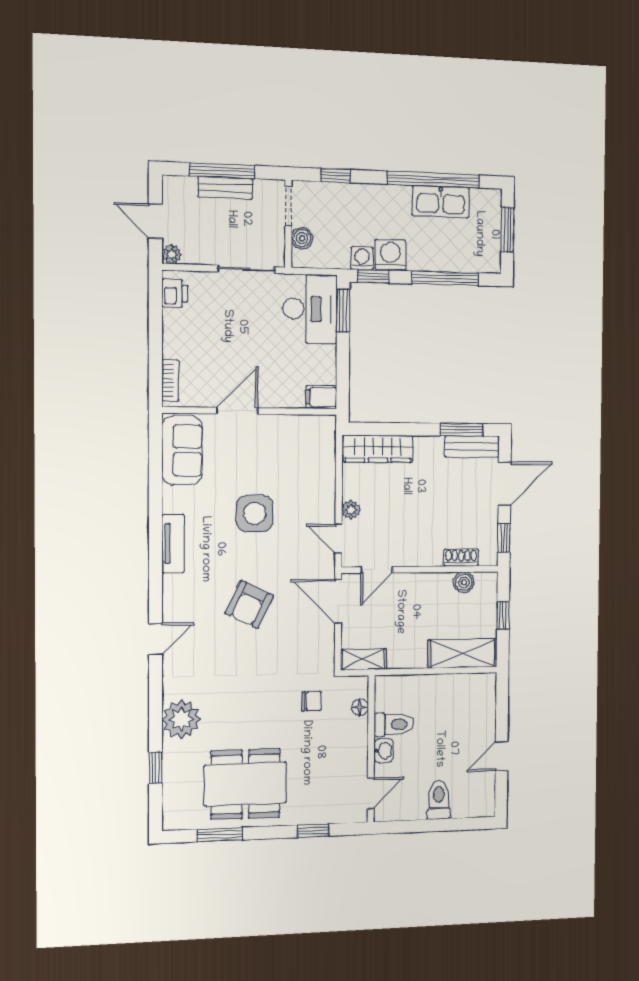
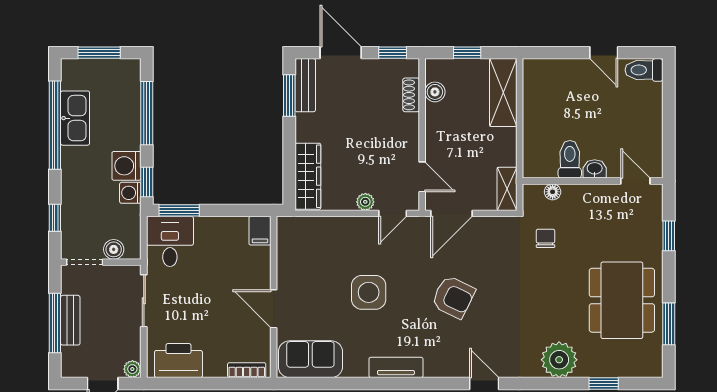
printer: (175, 293) -> (178, 361), width x1.87, depth x1.48
desk: (310, 309) -> (170, 241), width x0.73
toilet: (439, 800) -> (644, 70), moved

